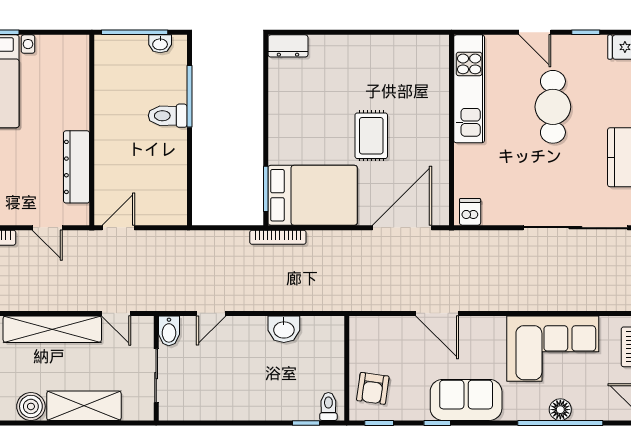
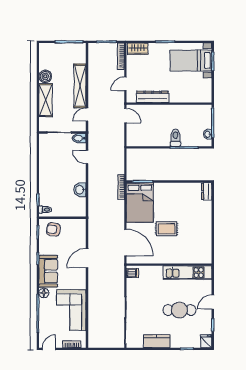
floor lamp: (560, 410) -> (44, 293), moved

